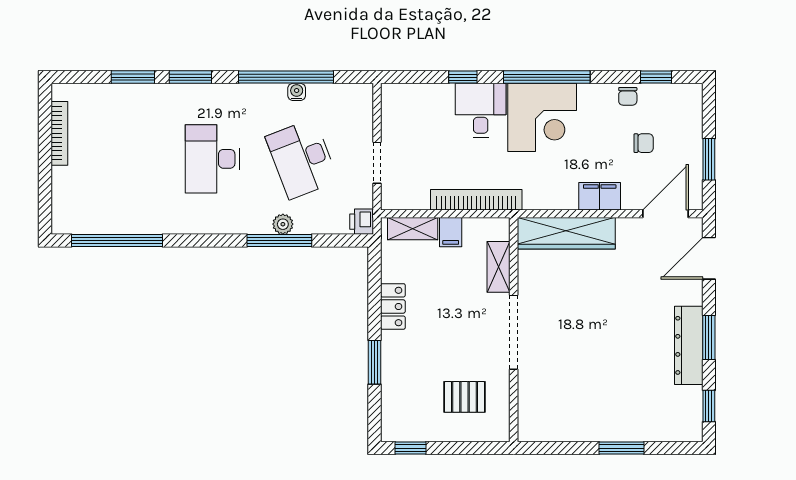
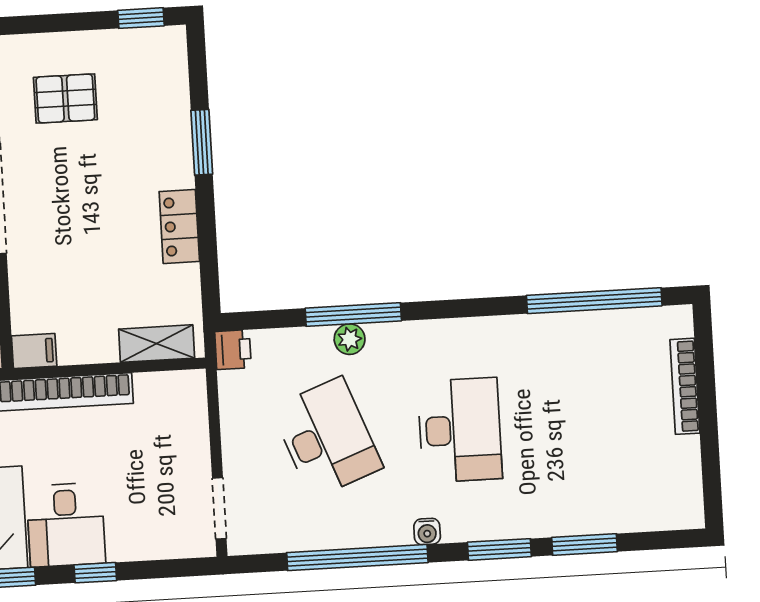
water cooler: (297, 92) -> (427, 532), moved
bookcase: (59, 133) -> (685, 386), moved
doorway: (377, 163) -> (219, 508), moved
filing cabinet: (451, 232) -> (34, 351), moved, turned 90
shelving: (498, 267) -> (26, 294), removed

